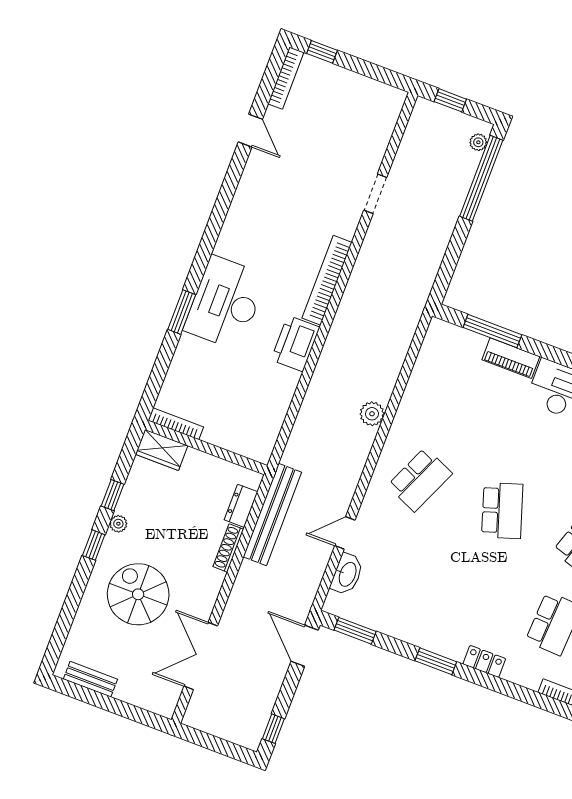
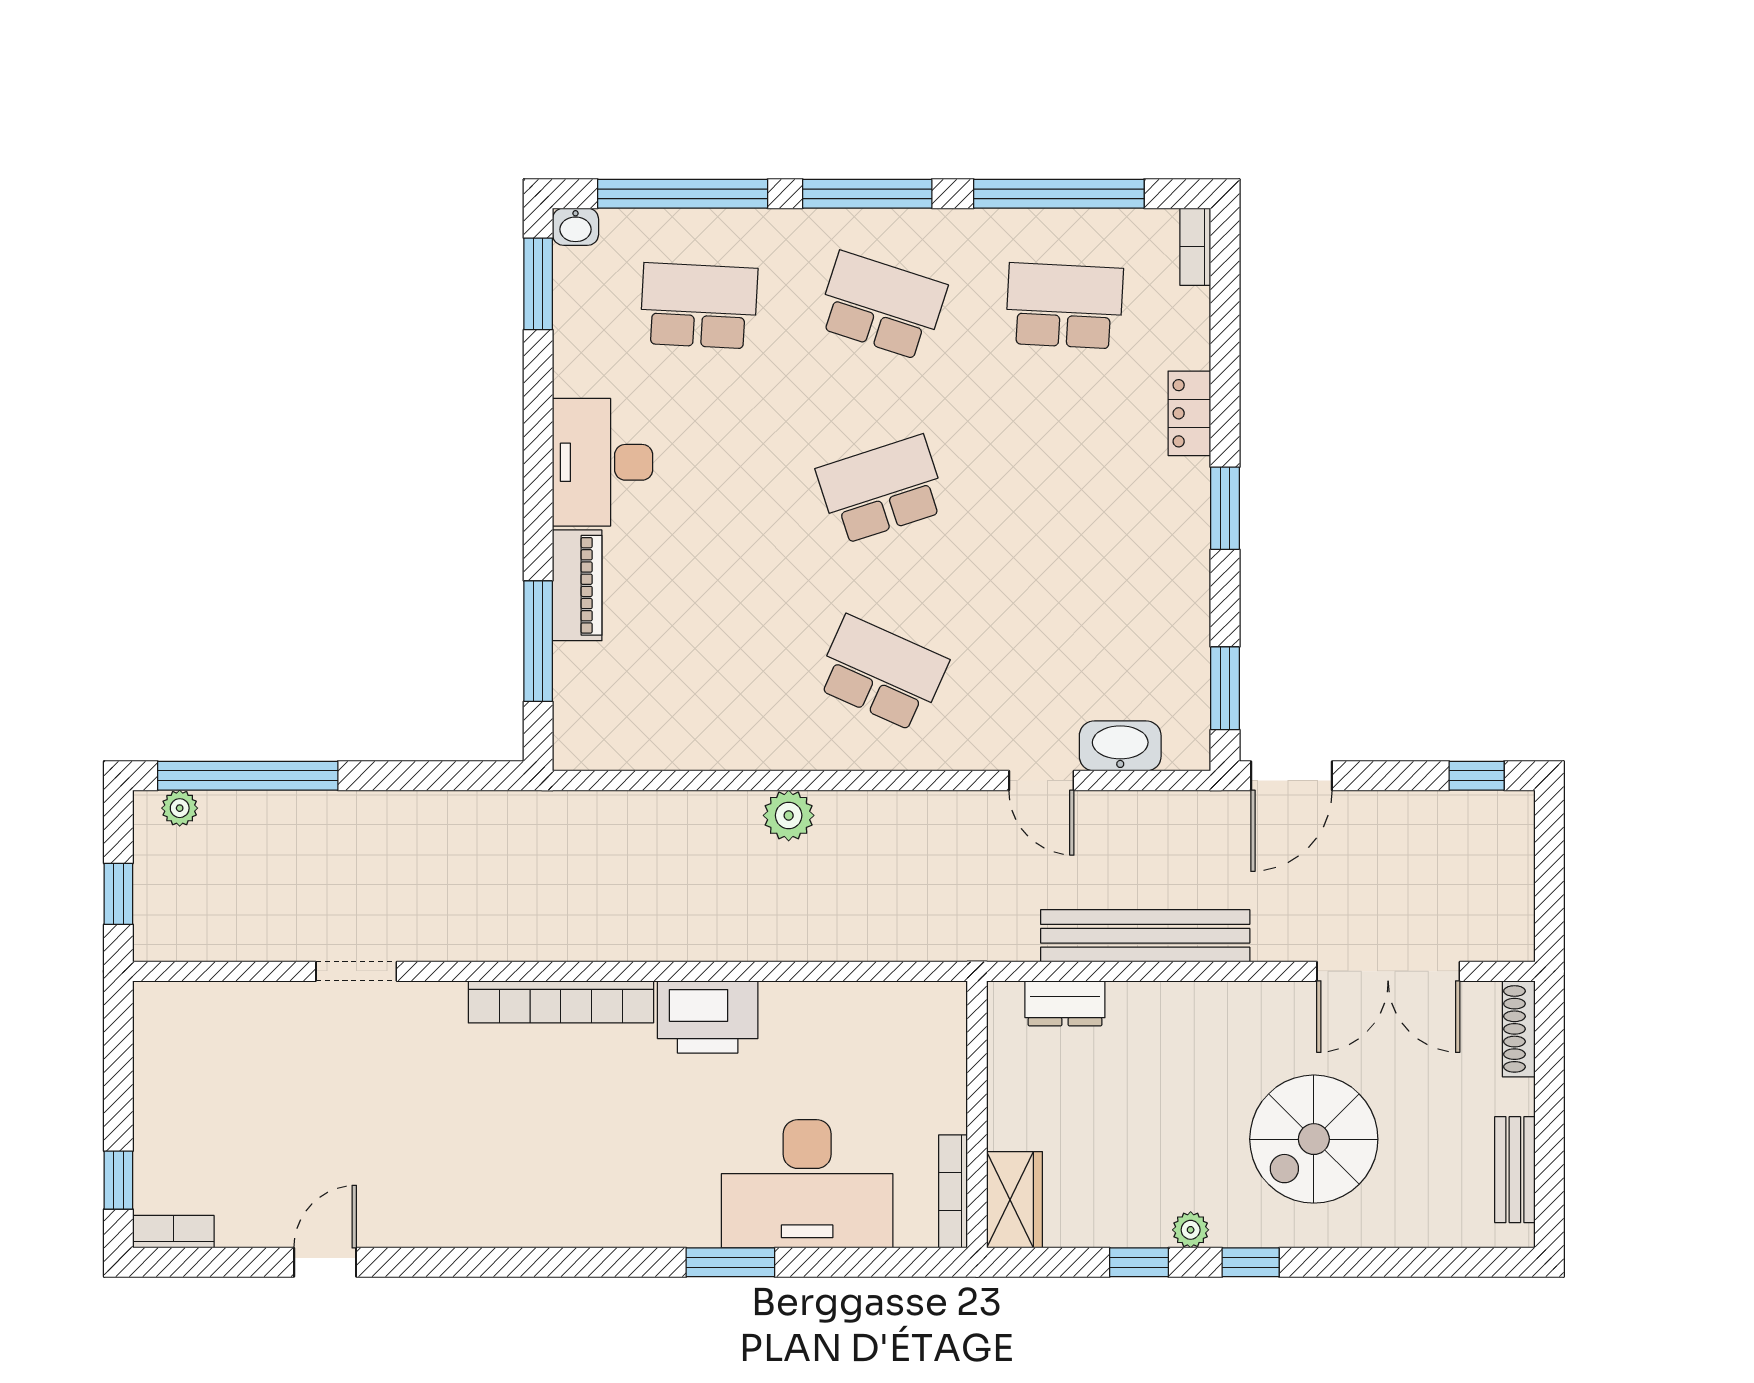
bookcase: (286, 78) -> (173, 1232), width x0.64
desk: (225, 303) -> (807, 1184), moved
bench: (272, 514) -> (1145, 936), moved
shoe rack: (228, 548) -> (1519, 1029), moved, turned 90

